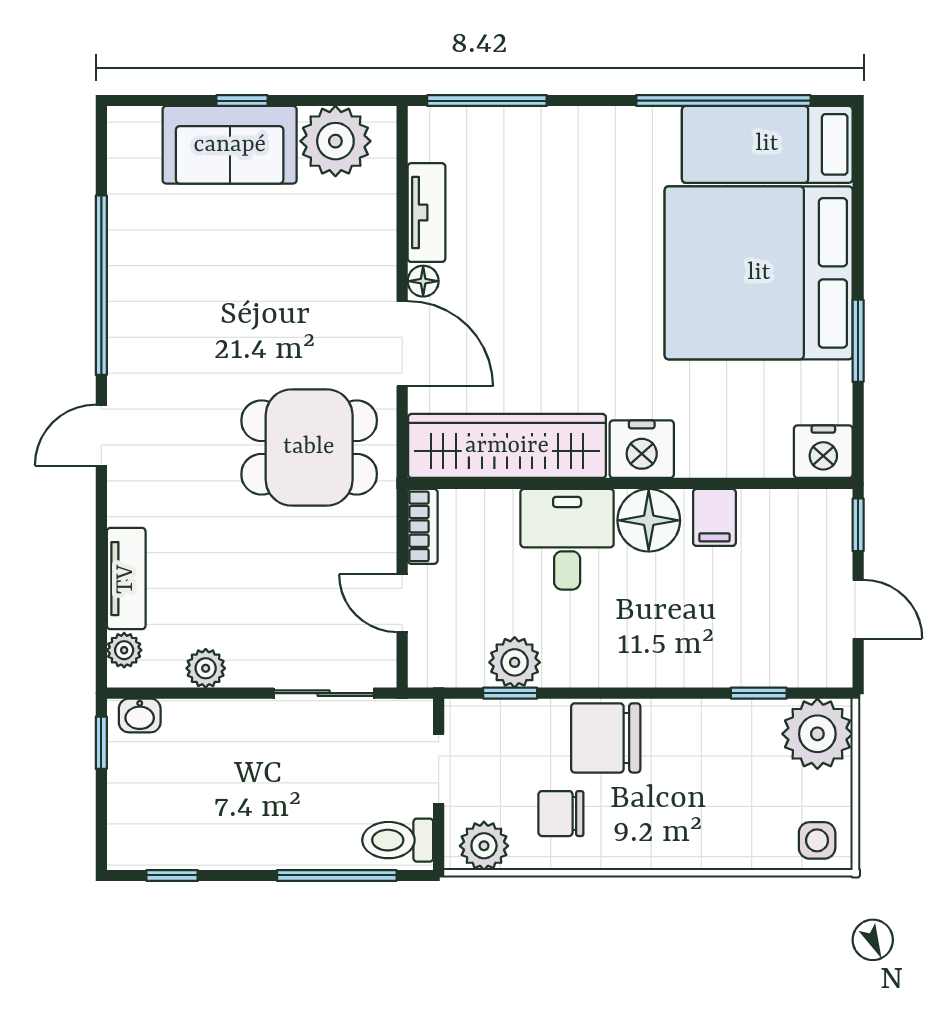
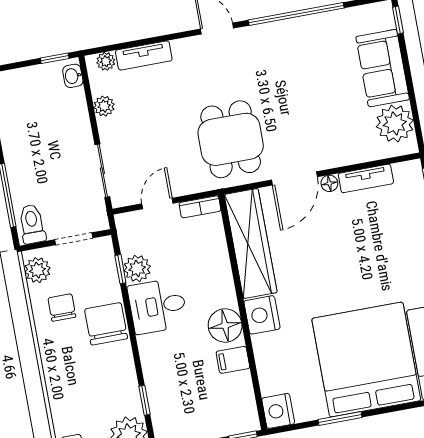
window: (242, 101) -> (398, 20), moved
desk: (567, 539) -> (158, 306), moved, turned 180

